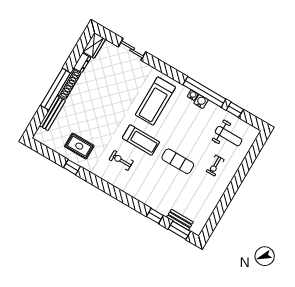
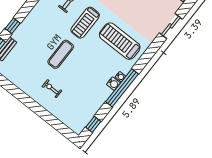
window: (235, 110) -> (93, 124), moved
weight bench: (229, 136) -> (78, 105), removed

